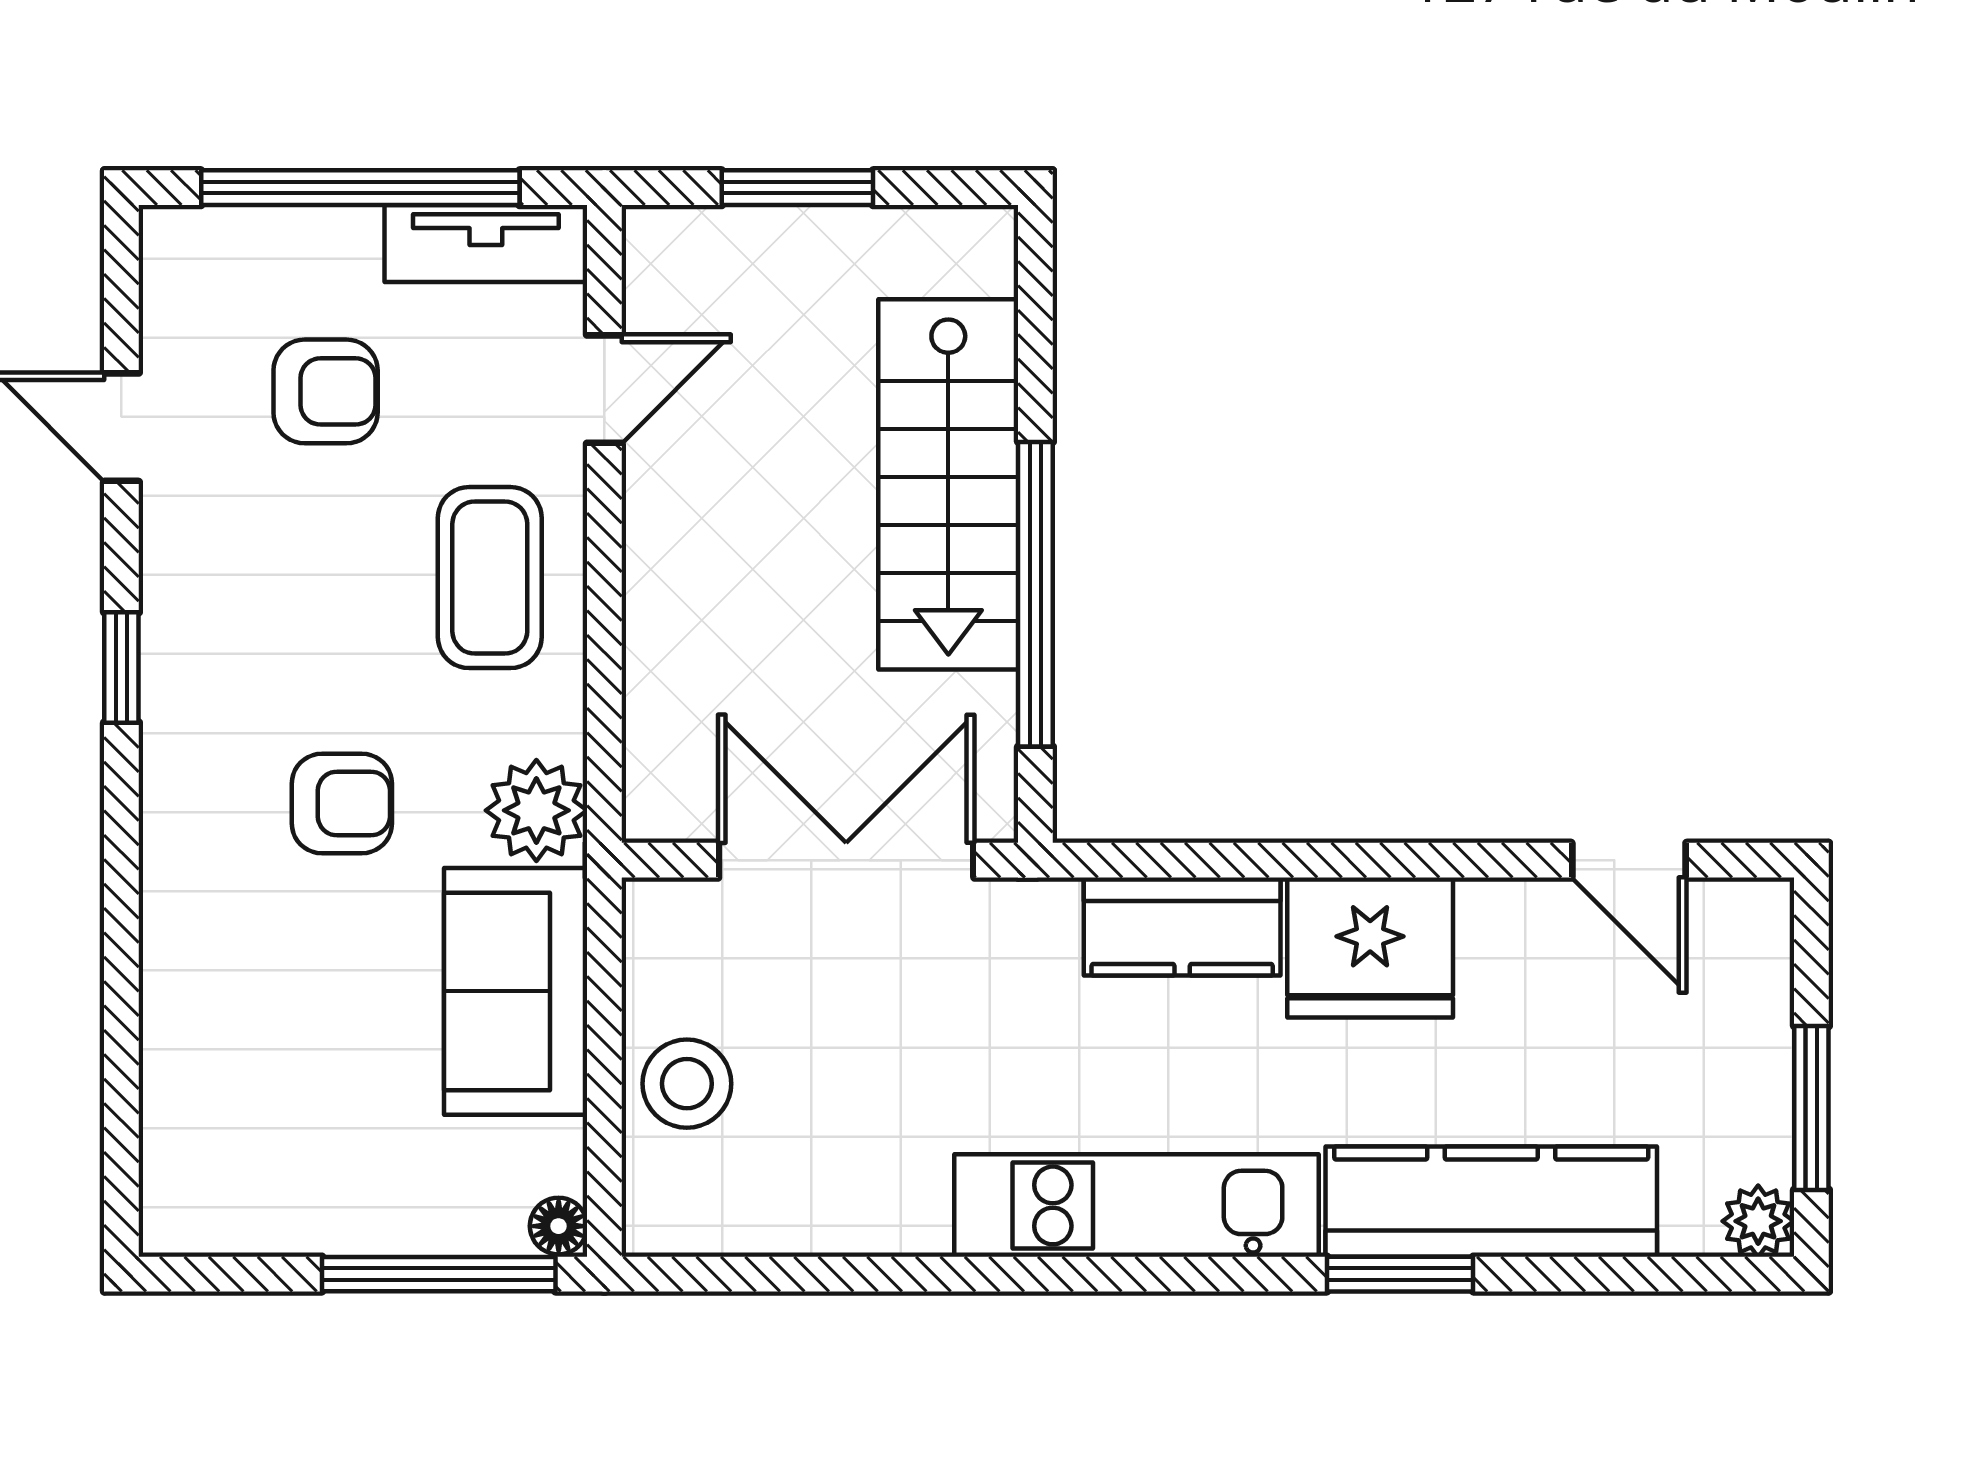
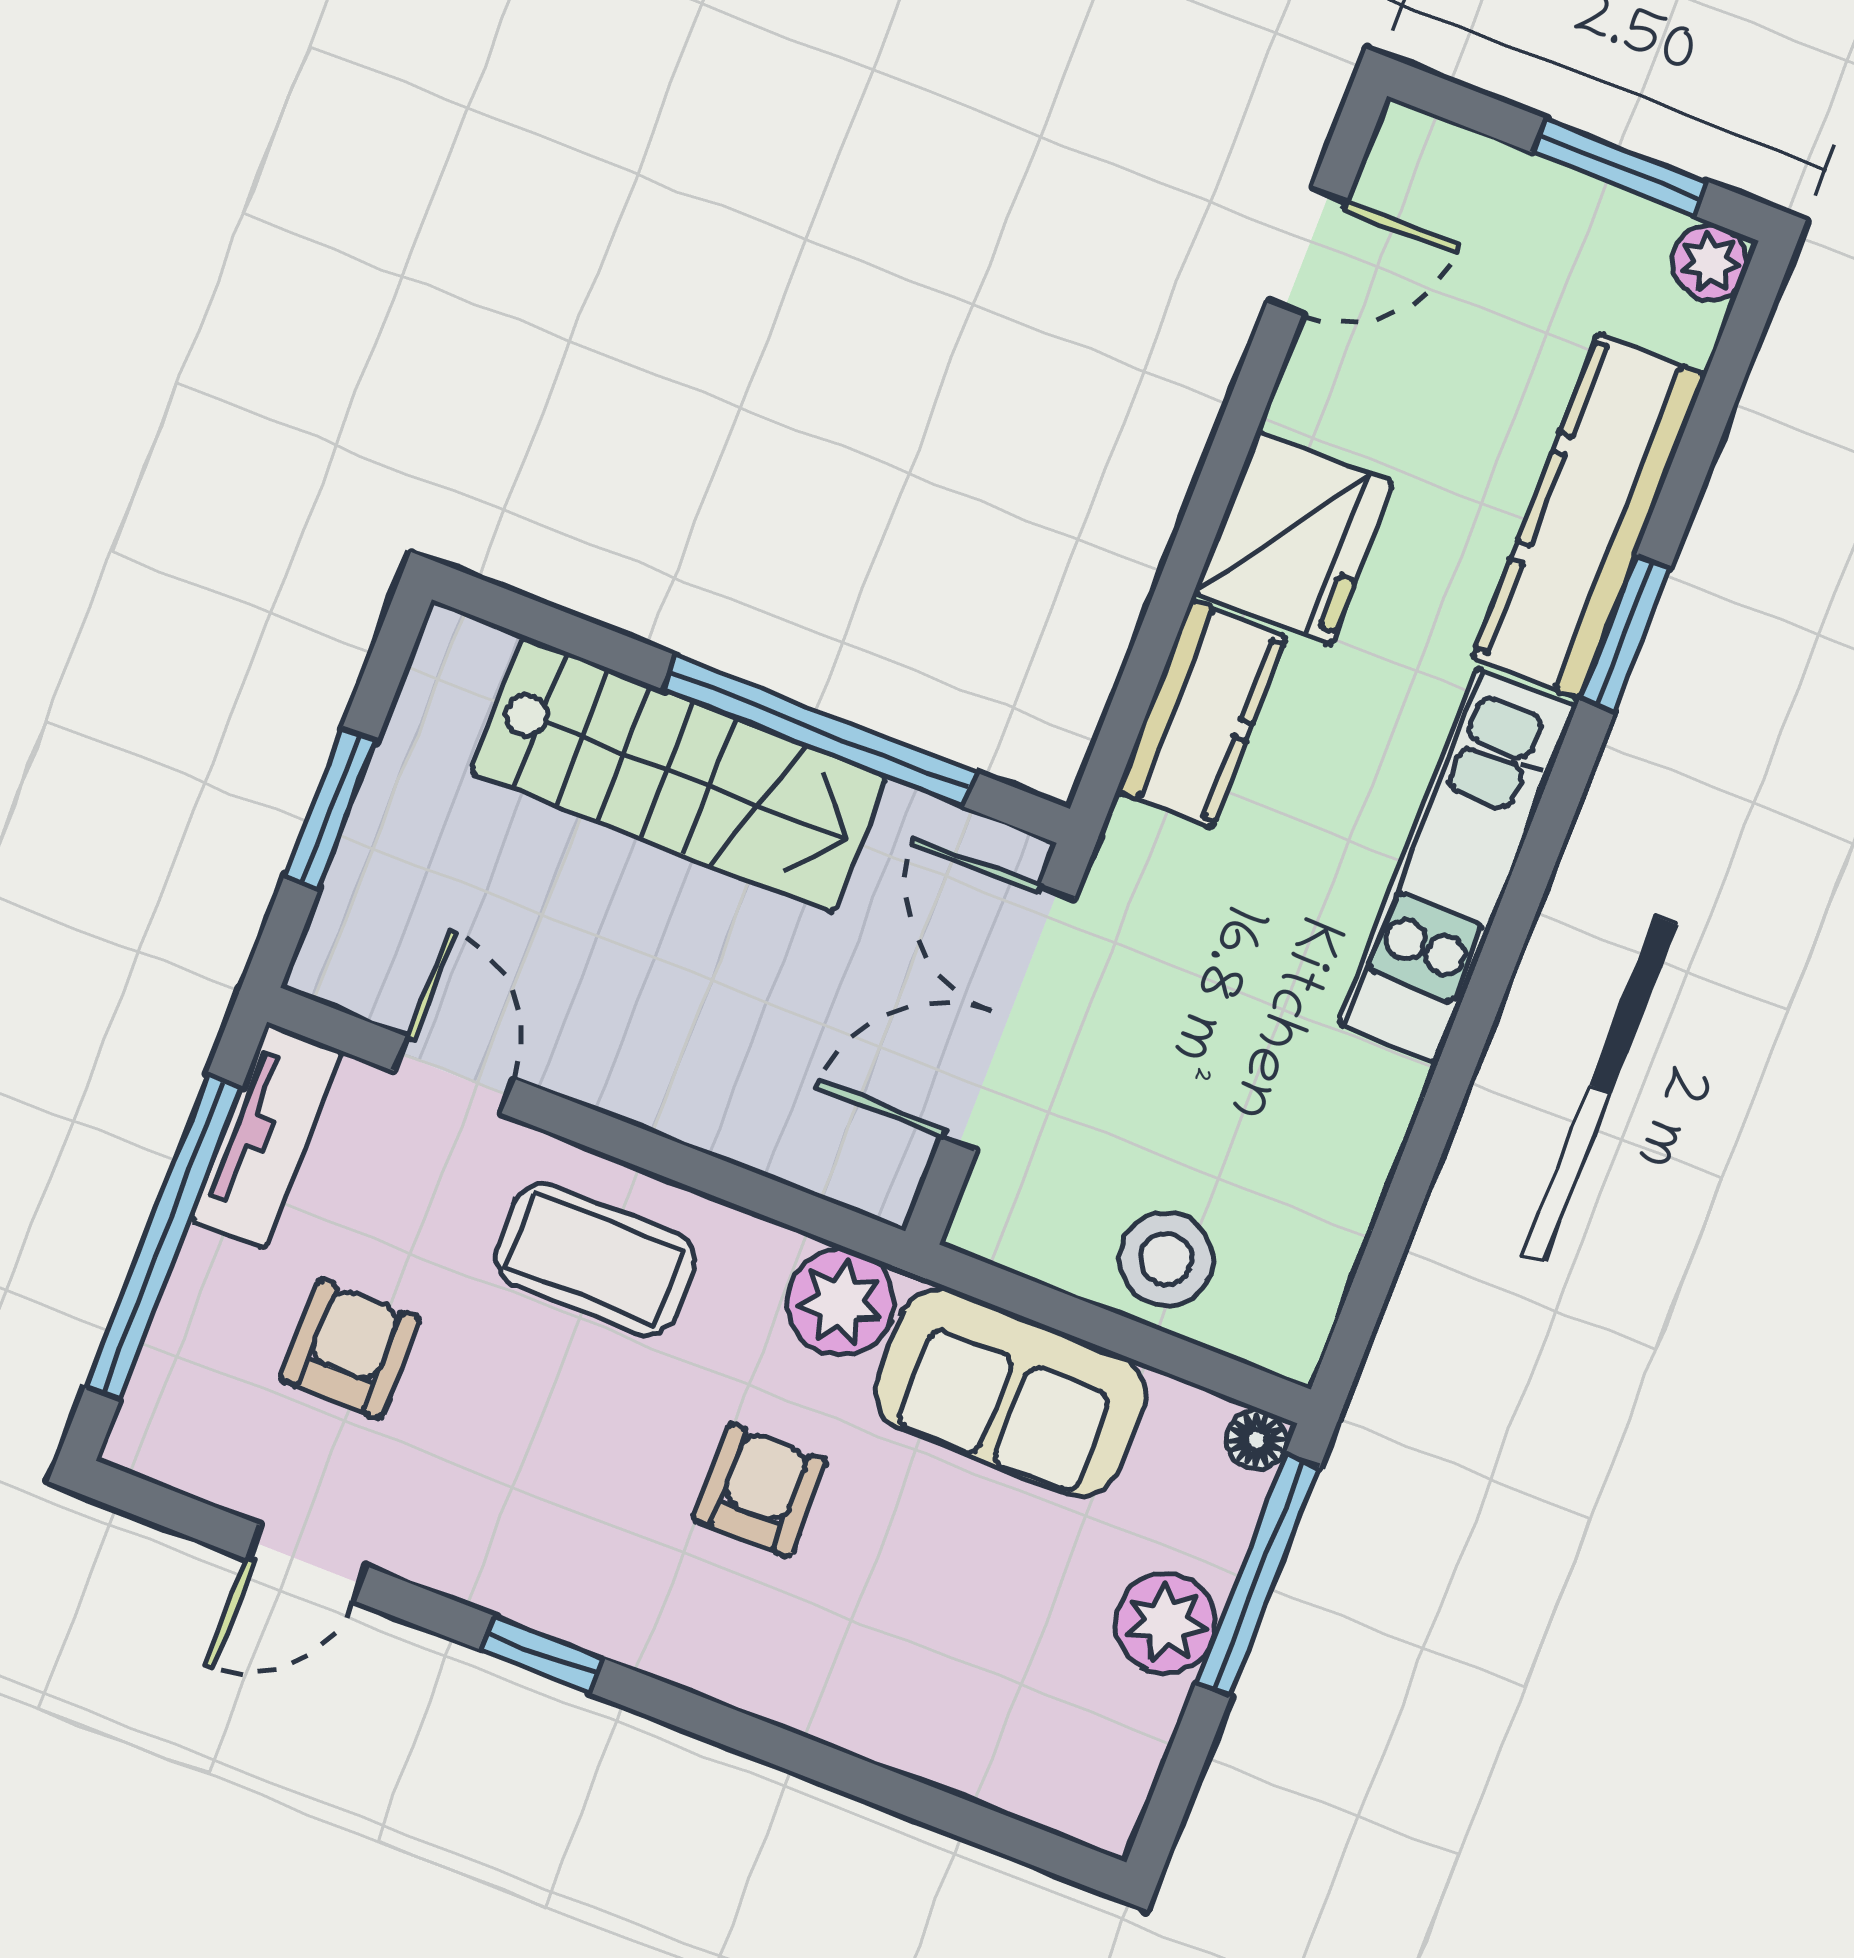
plant: (364, 1209) -> (1166, 1623), added

